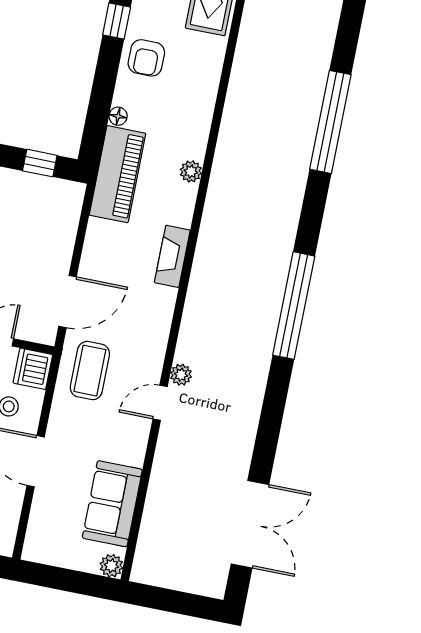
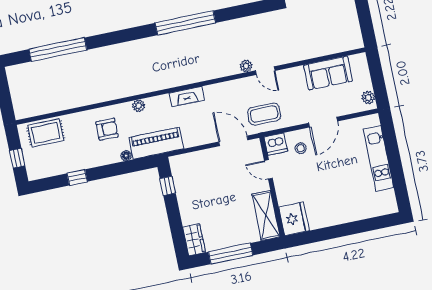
armchair: (146, 58) -> (107, 129), moved
window: (330, 122) -> (58, 50), moved
plant: (111, 566) -> (368, 98), moved

